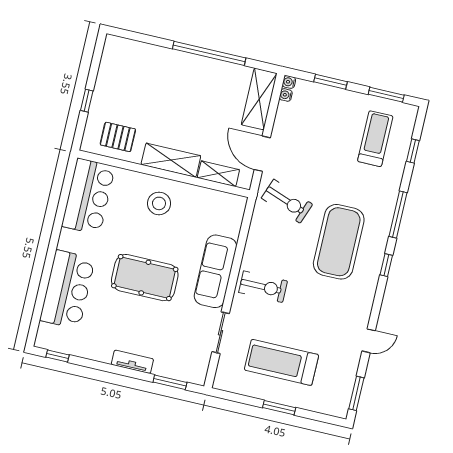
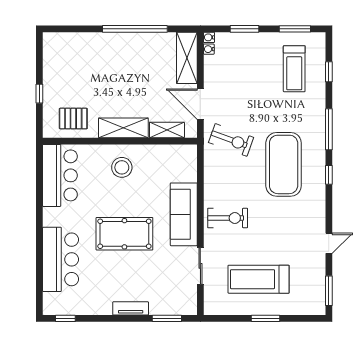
treadmill: (375, 139) -> (294, 69), turned 180

